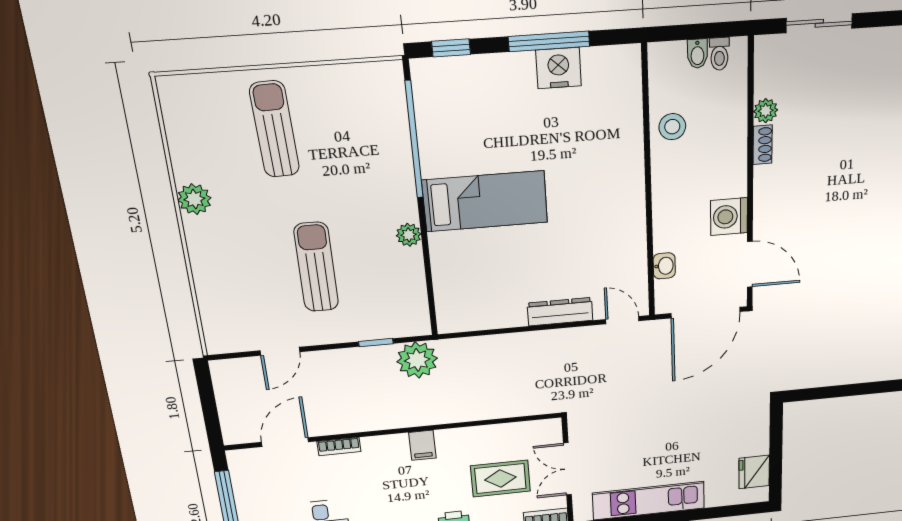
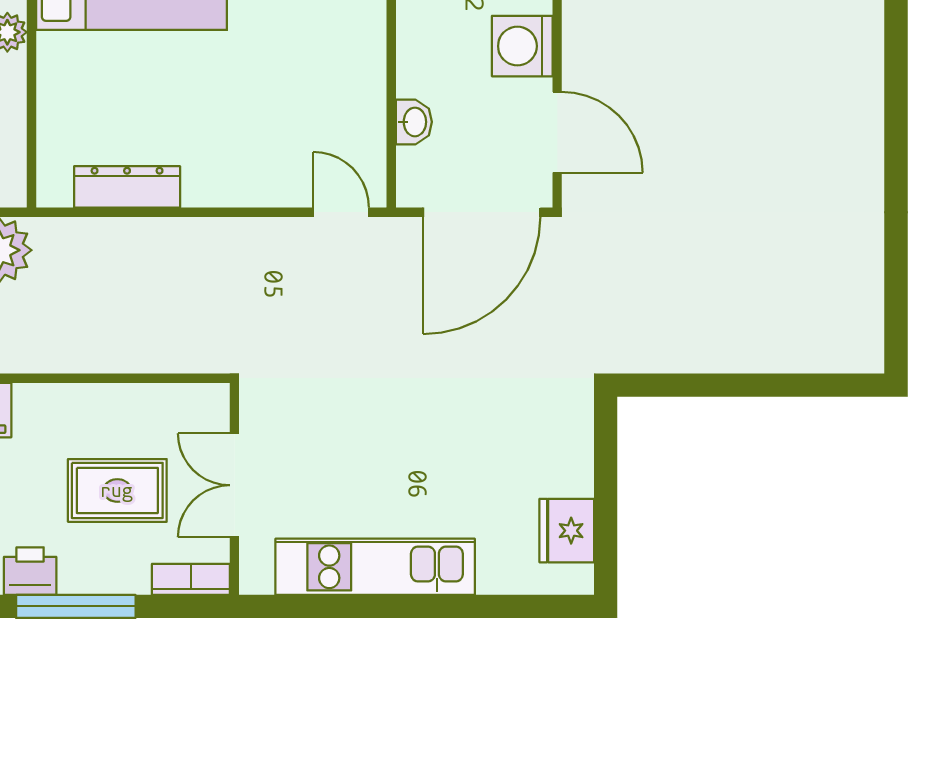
dresser: (560, 312) -> (127, 187), moved

